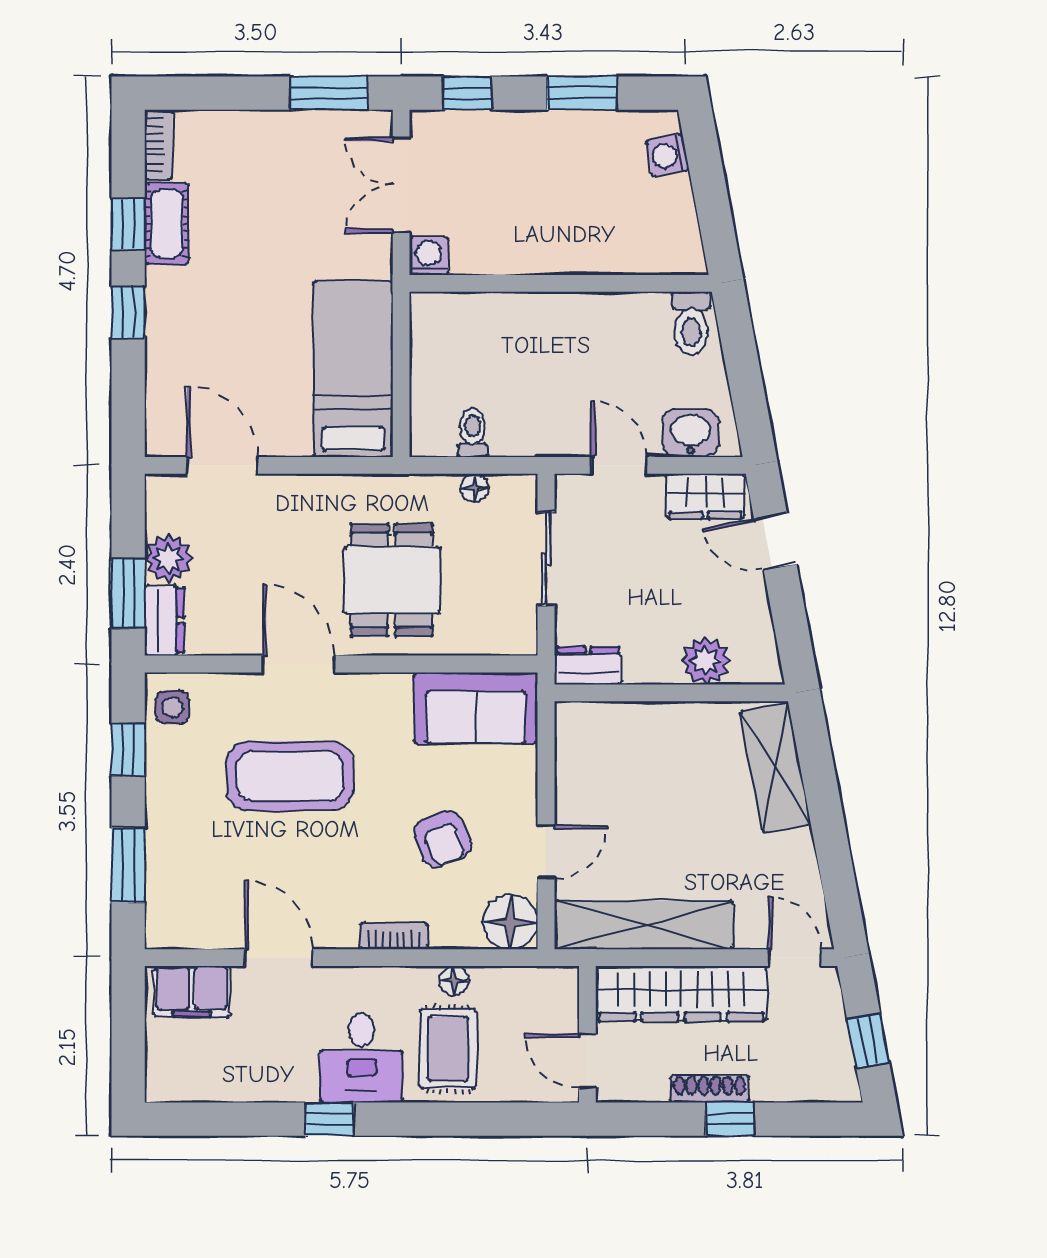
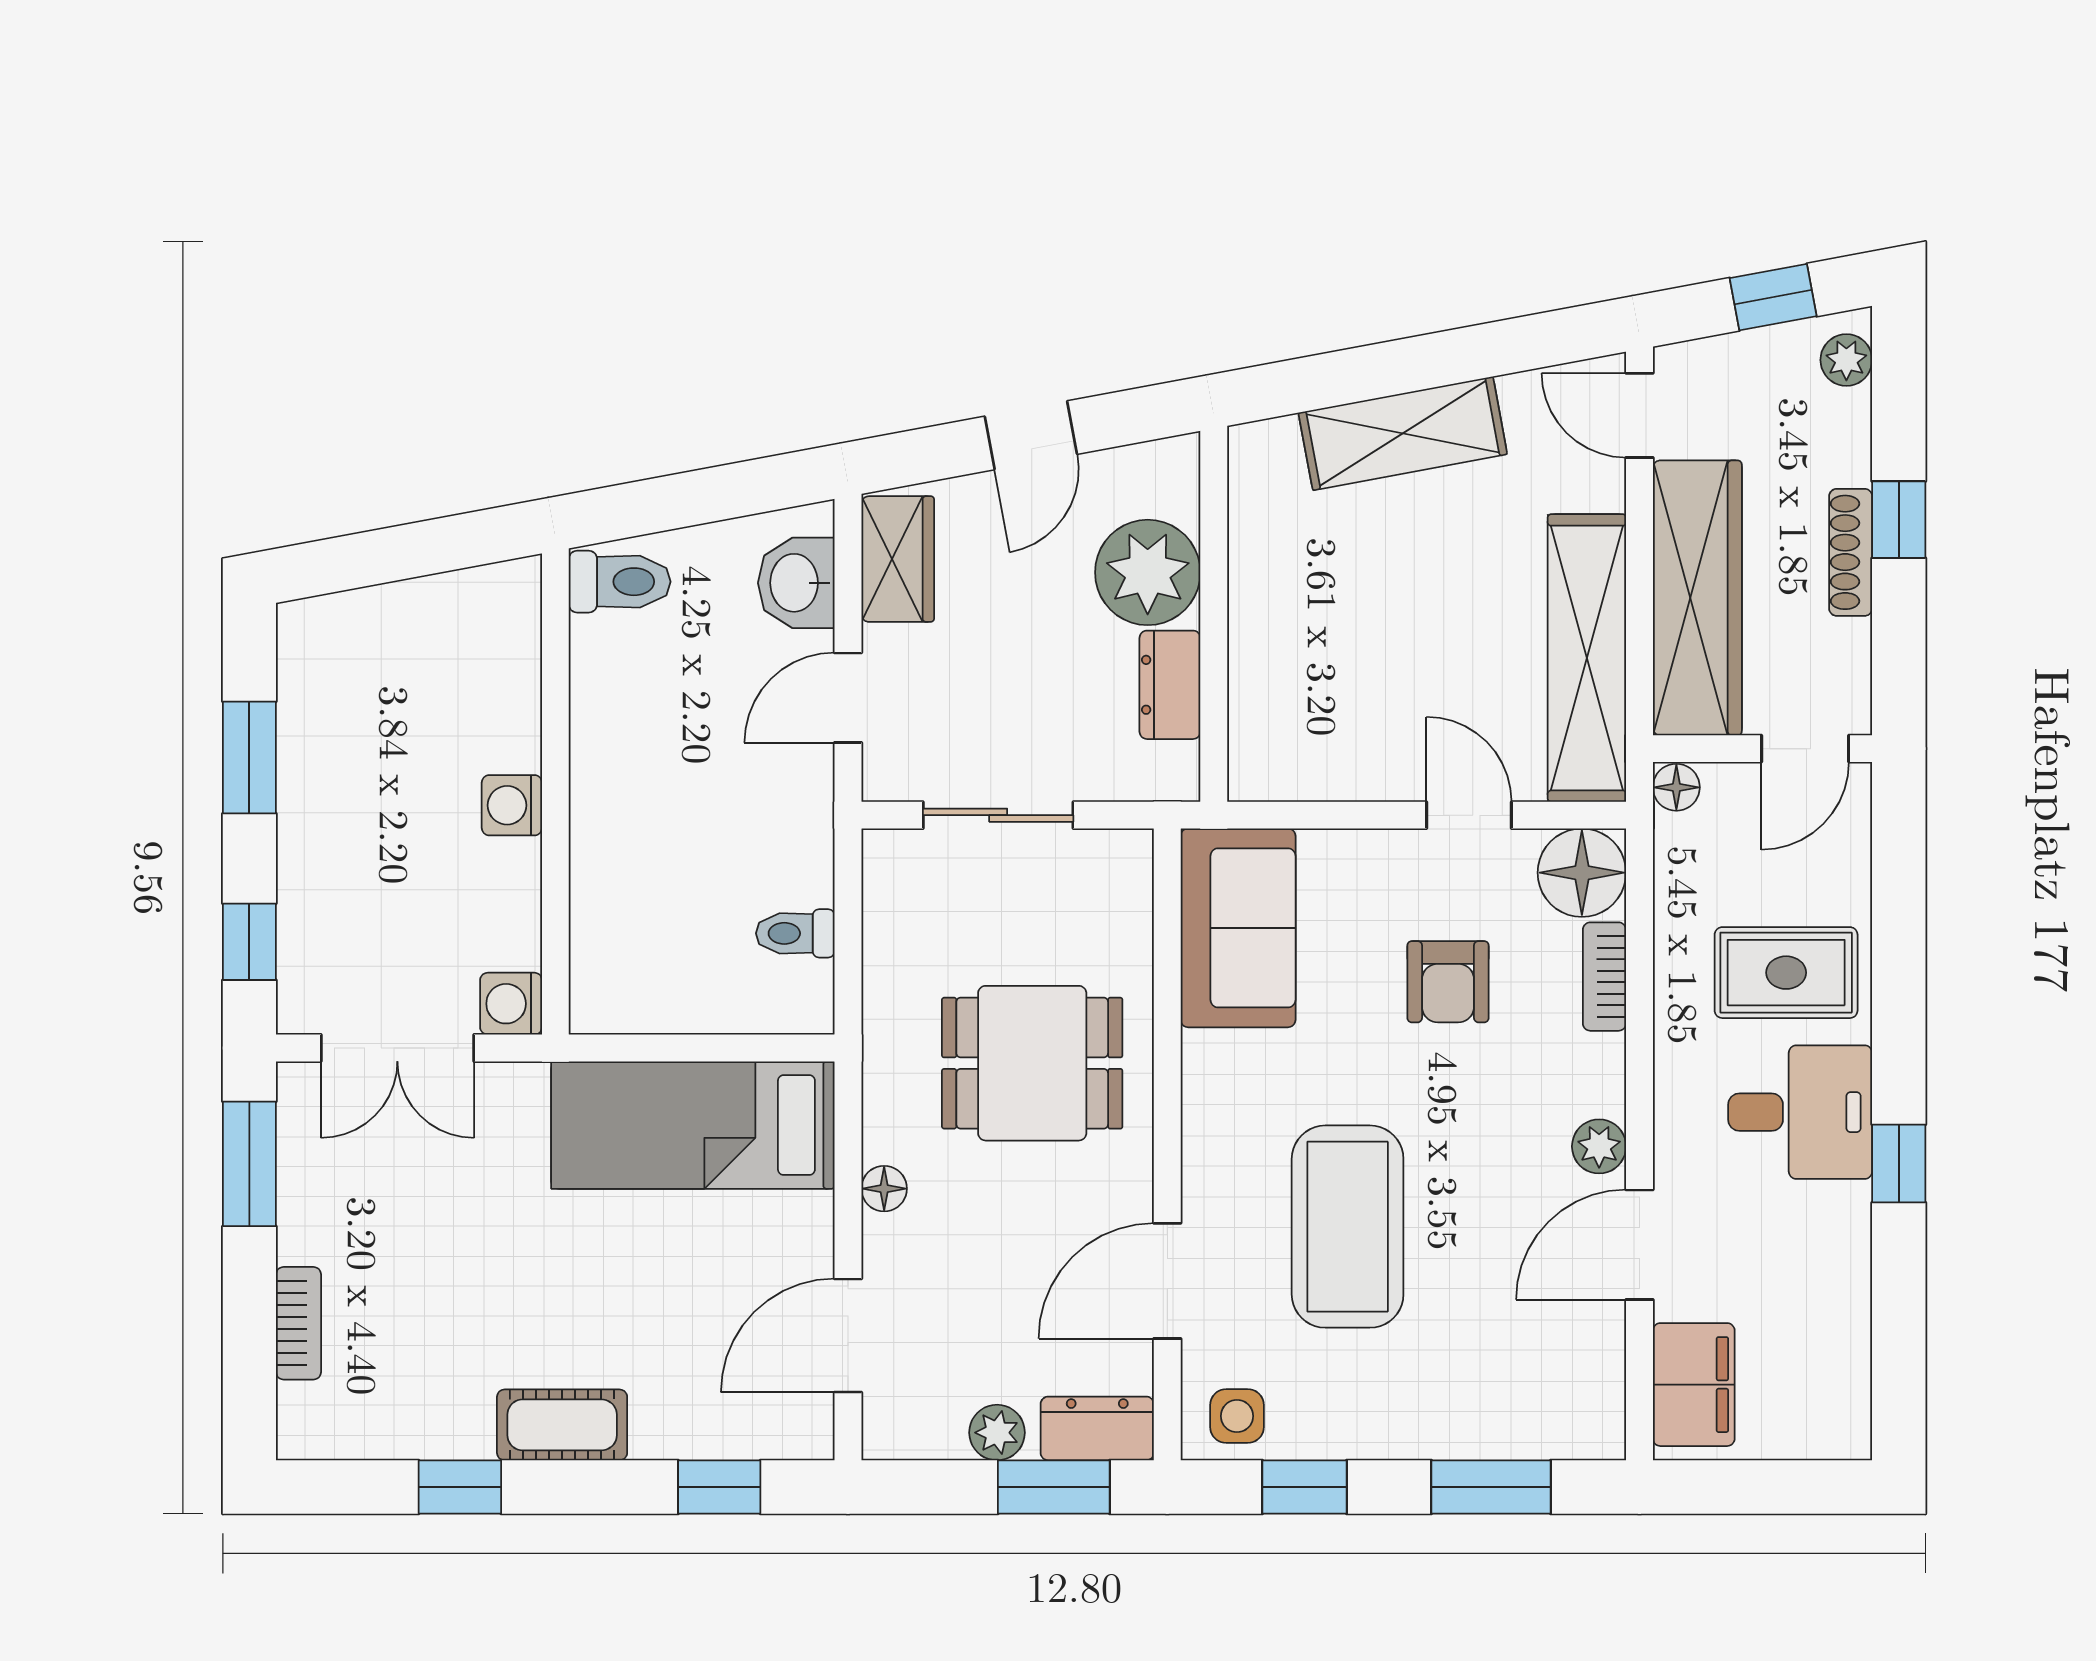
bookcase: (159, 145) -> (299, 1323), moved, turned 90
washing machine: (667, 155) -> (512, 805), moved, turned 101
cot: (167, 223) -> (562, 1425), moved
window: (128, 312) -> (719, 1487), moved
floor lamp: (475, 488) -> (884, 1189), moved
door: (775, 541) -> (1031, 435), moved
plant: (168, 558) -> (997, 1433), width x0.73, depth x0.73
plant: (706, 661) -> (1148, 572), width x1.36, depth x1.36
door: (298, 664) -> (1167, 1281), moved
dresser: (588, 666) -> (1170, 685), moved
shelving: (775, 768) -> (1403, 433), moved
armchair: (442, 839) -> (1448, 982), turned 112
plant: (340, 933) -> (1599, 1146), added
bookcase: (394, 936) -> (1604, 977), moved
door: (795, 958) -> (1639, 415), hinge flipped
floor lamp: (454, 981) -> (1676, 787), moved
plant: (829, 1086) -> (1846, 360), added

